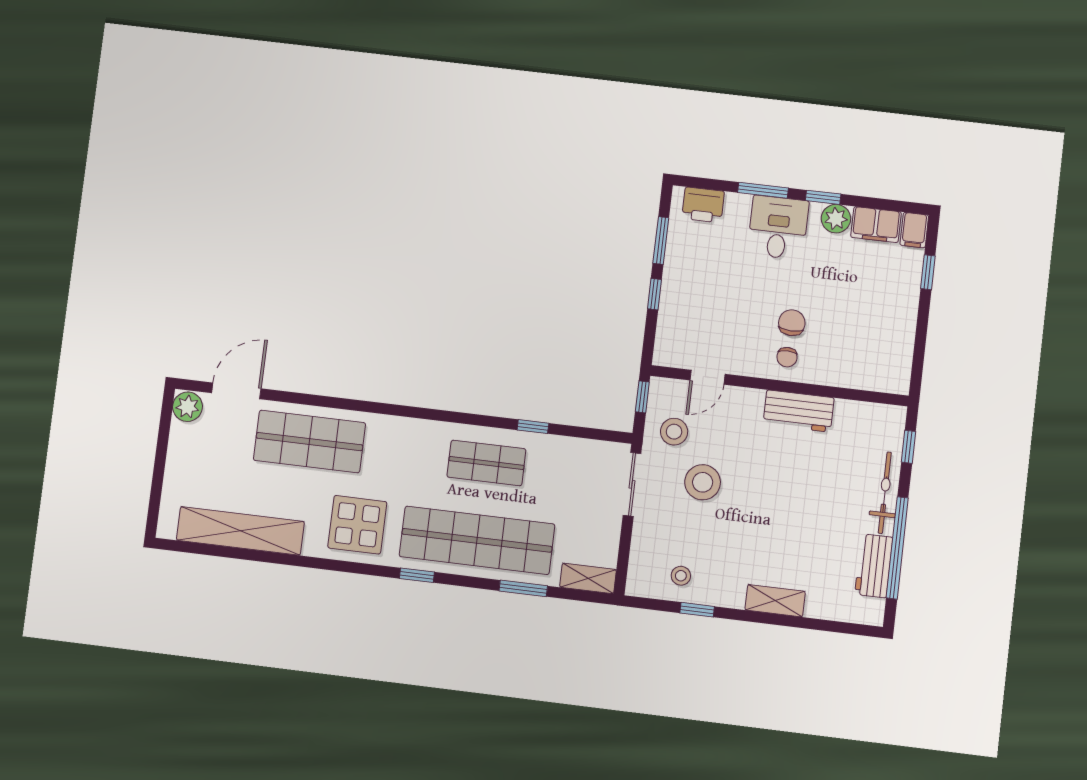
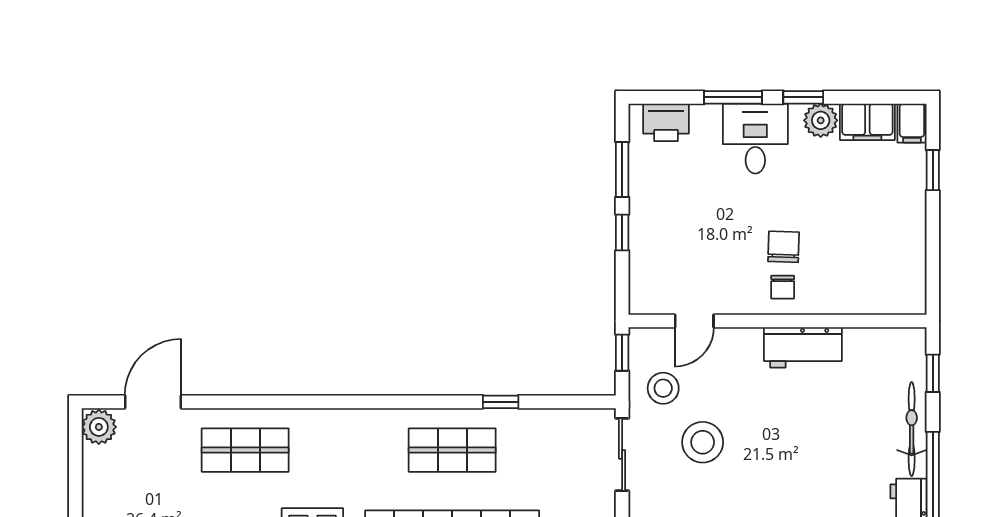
shop shelf: (309, 442) -> (245, 450), width x0.70, depth x0.74

